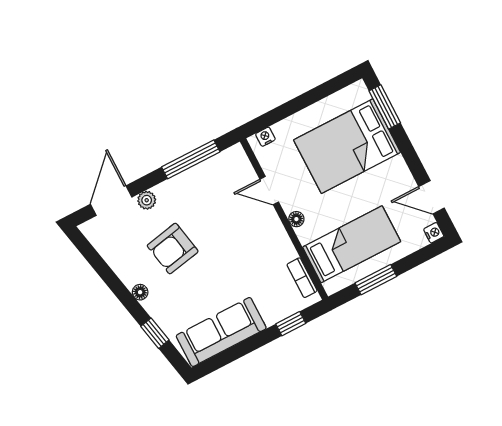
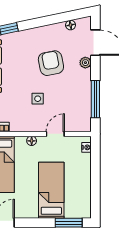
bed: (347, 146) -> (51, 190), width x0.67
side table: (233, 241) -> (38, 99), added
floor lamp: (140, 292) -> (71, 25), moved

